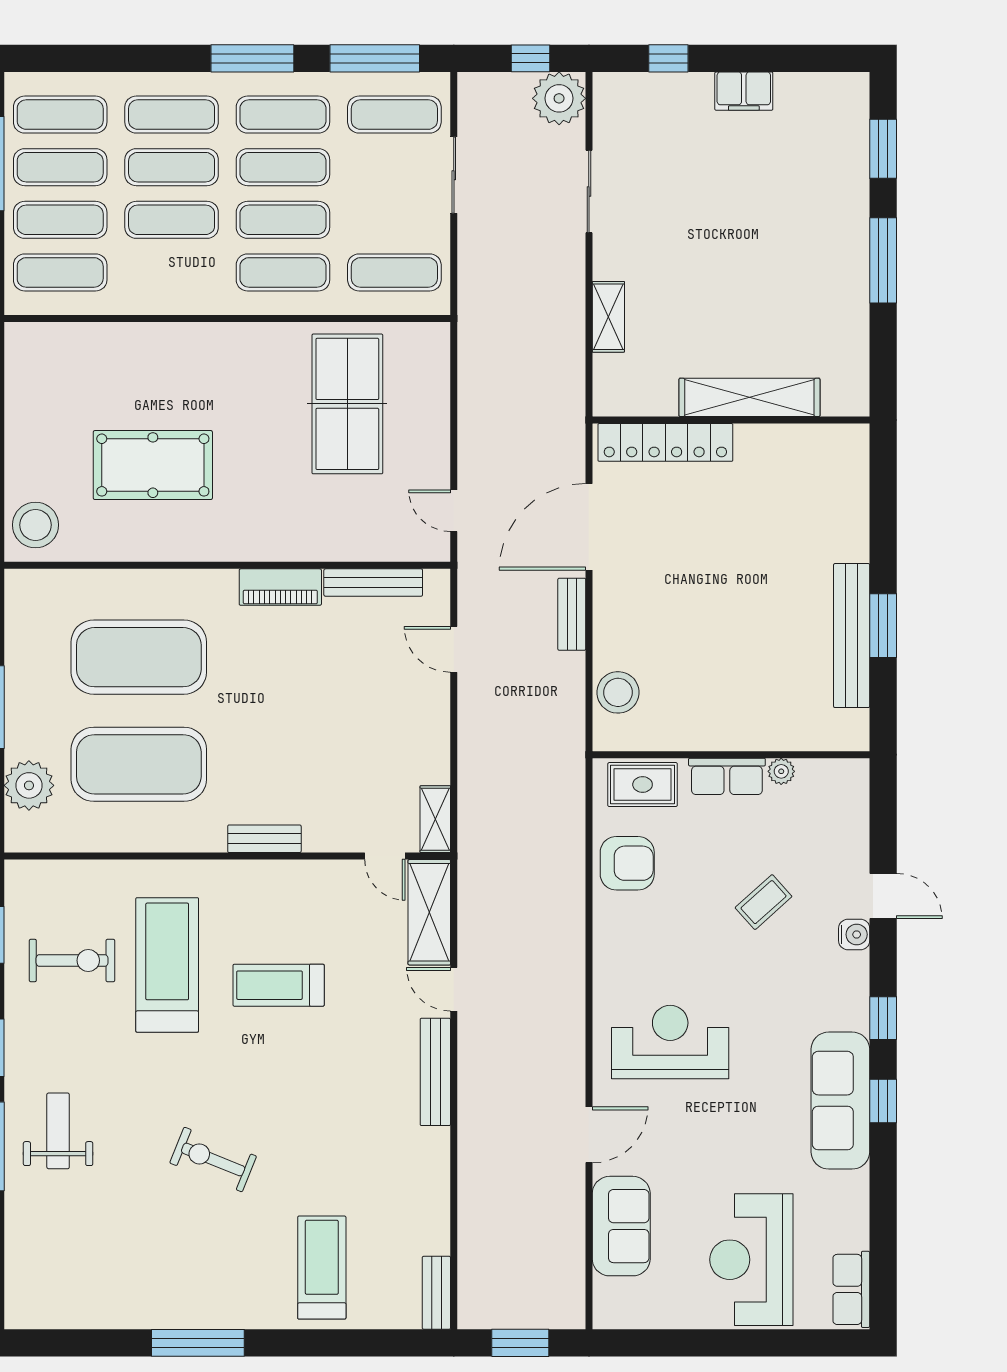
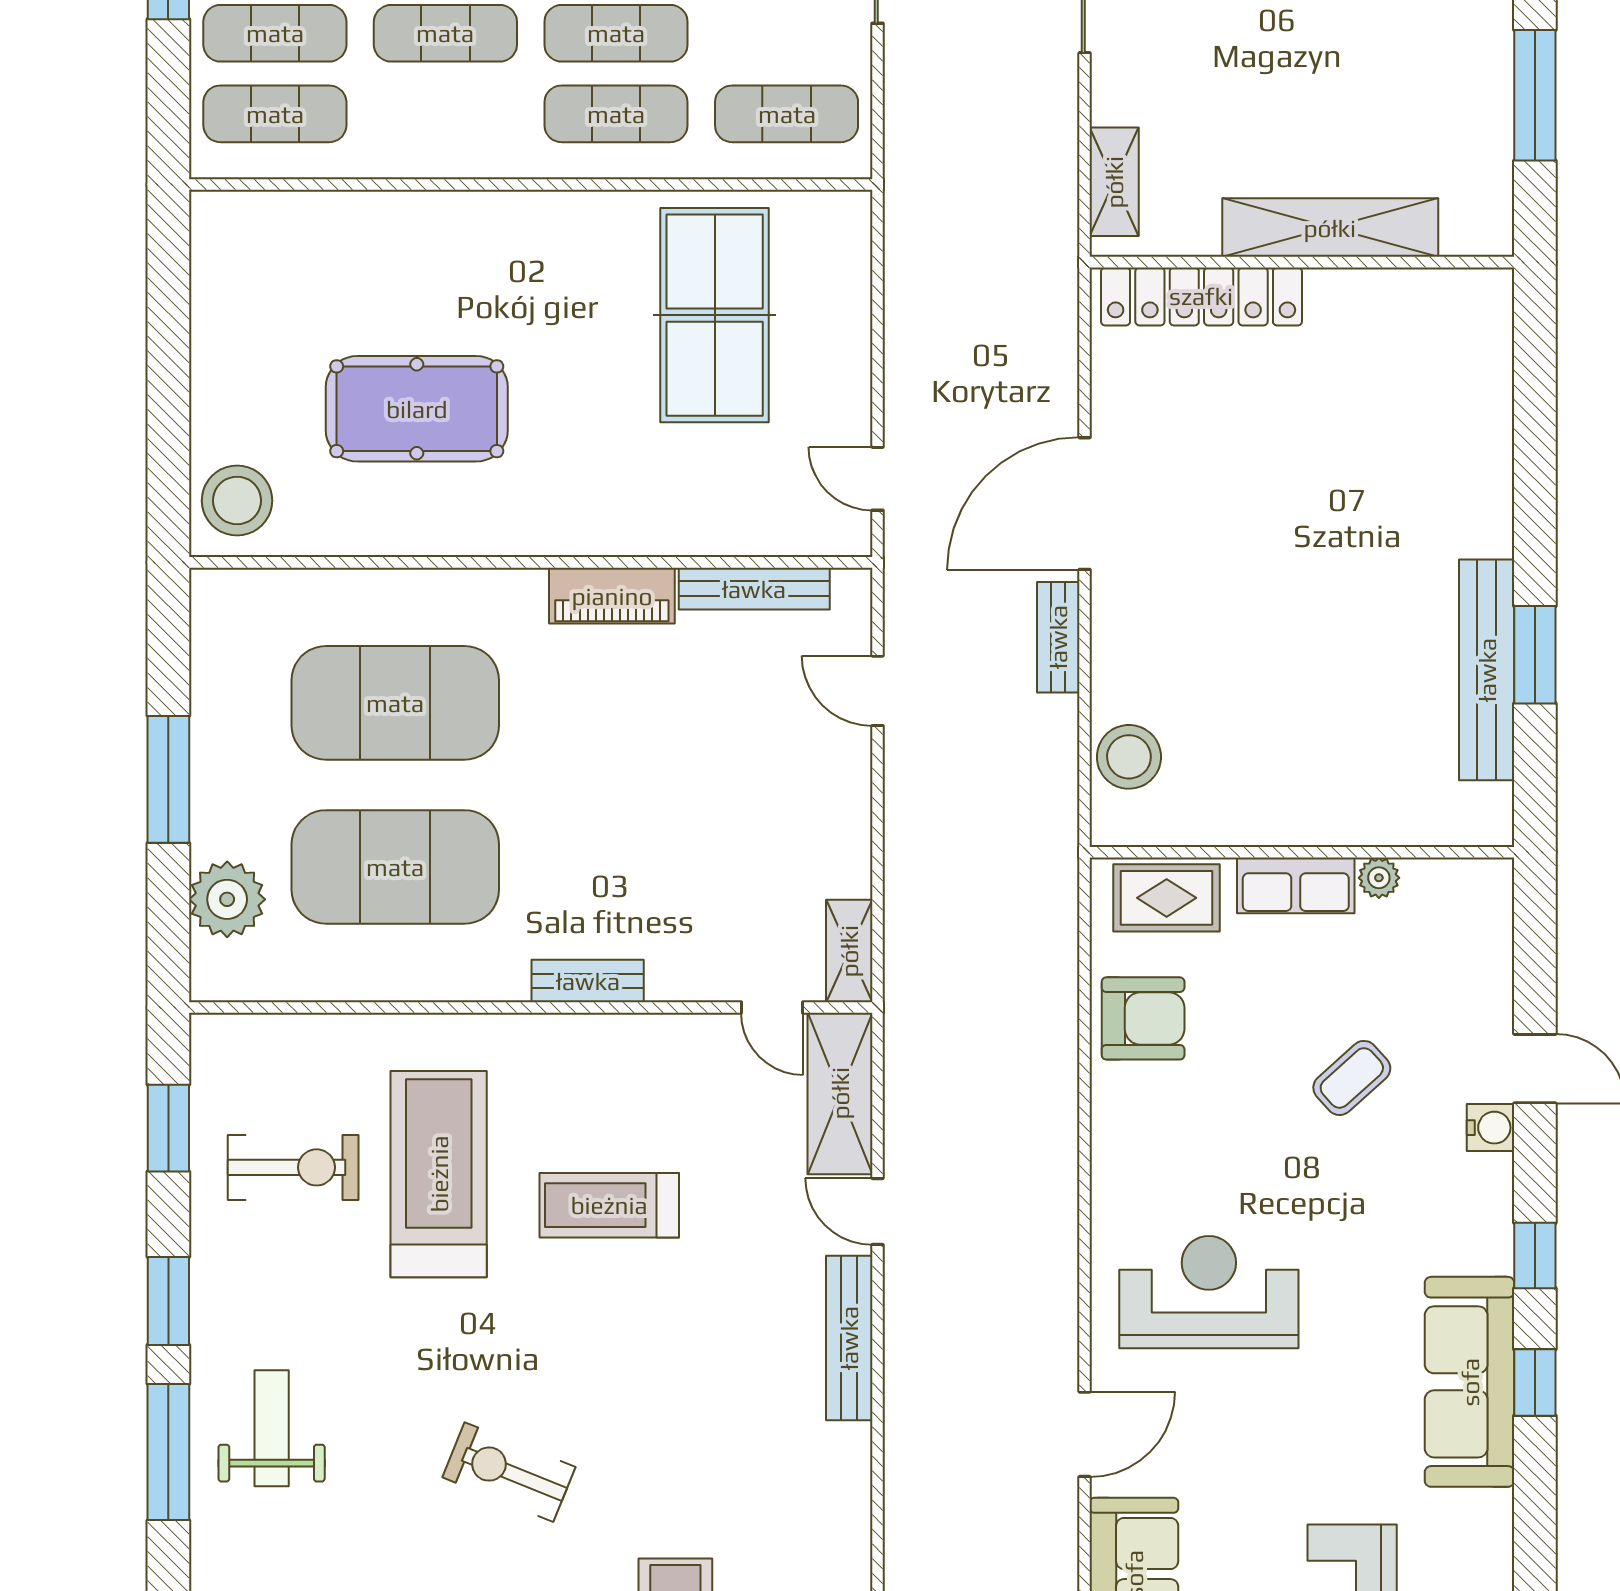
shelving: (749, 397) -> (1330, 228), moved
wall: (731, 420) -> (1302, 262), moved
locker: (665, 442) -> (1201, 296), moved

